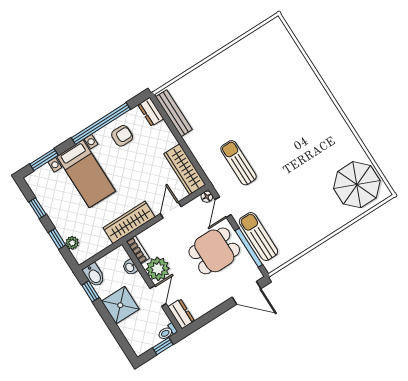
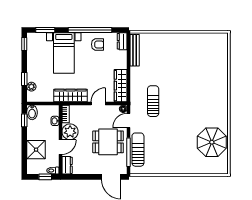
parasol: (357, 185) -> (212, 142), moved
window: (37, 208) -> (24, 44), moved
shower: (120, 305) -> (36, 150), moved

